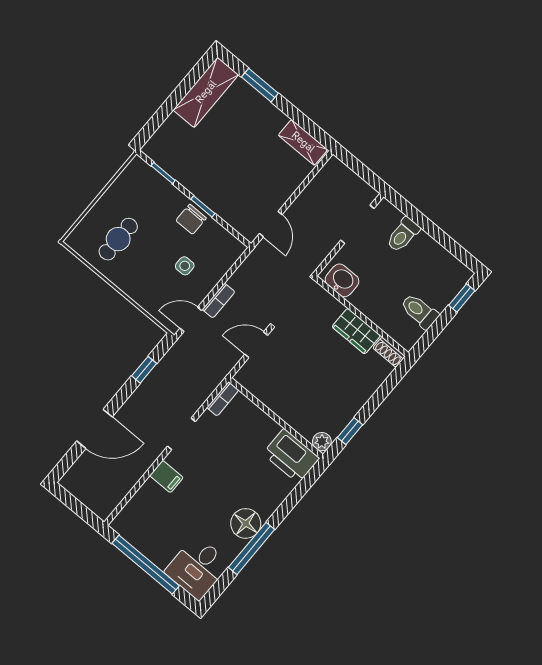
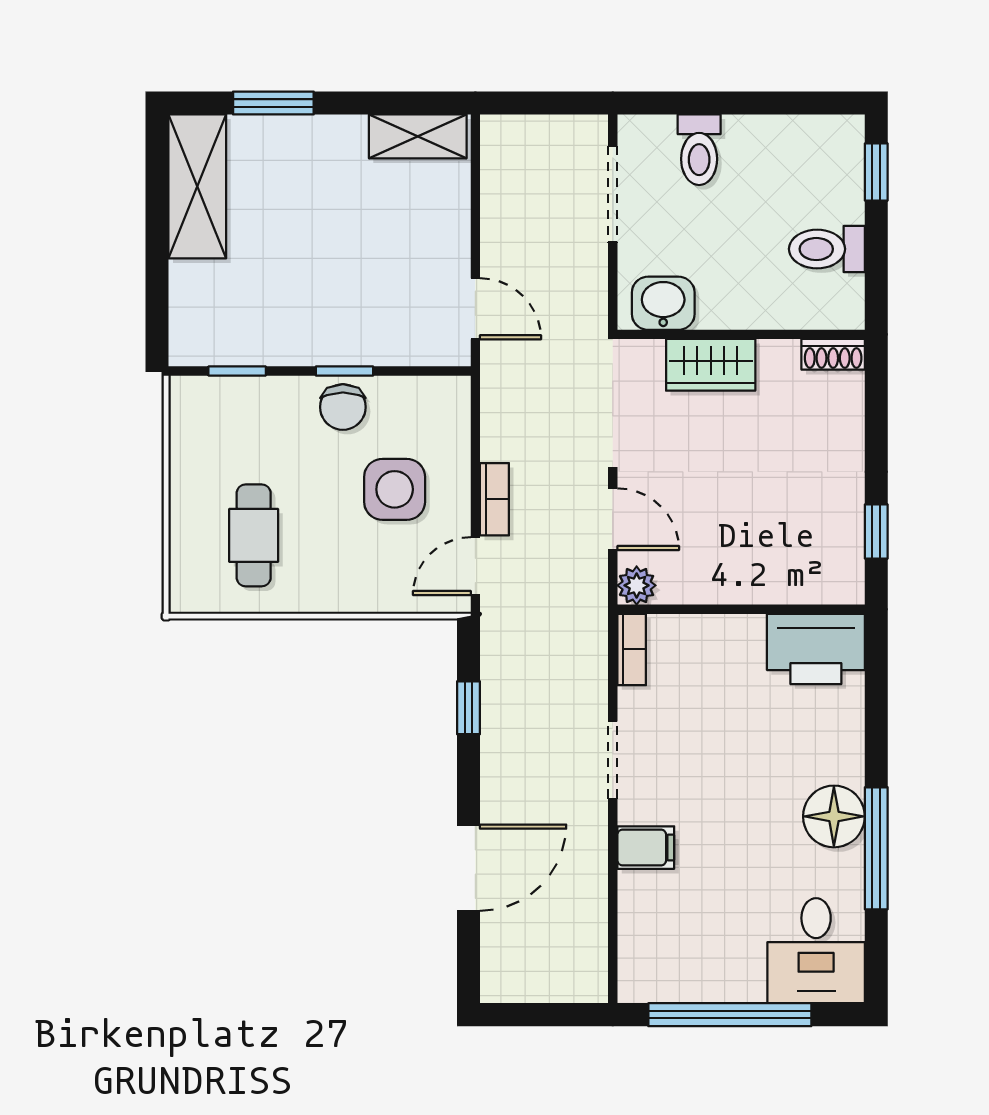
side table: (185, 266) -> (395, 489), width x1.87, depth x1.87
wardrobe: (356, 331) -> (711, 365), moved
door: (256, 345) -> (613, 519), swing flipped
plant: (322, 442) -> (637, 585), moved

